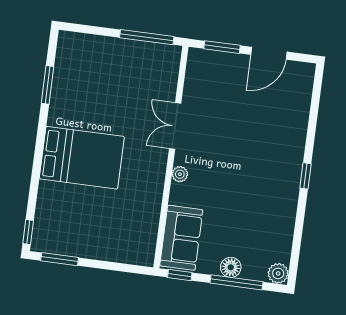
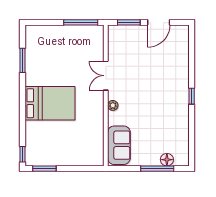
floor lamp: (231, 267) -> (167, 160), moved
plant: (278, 273) -> (183, 160), removed
window: (180, 275) -> (121, 169), removed

